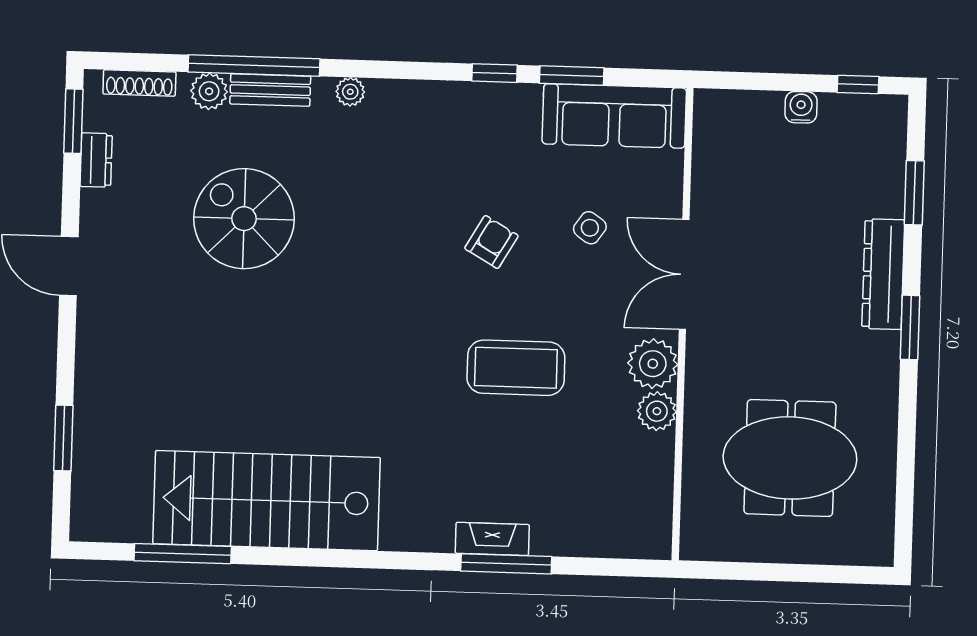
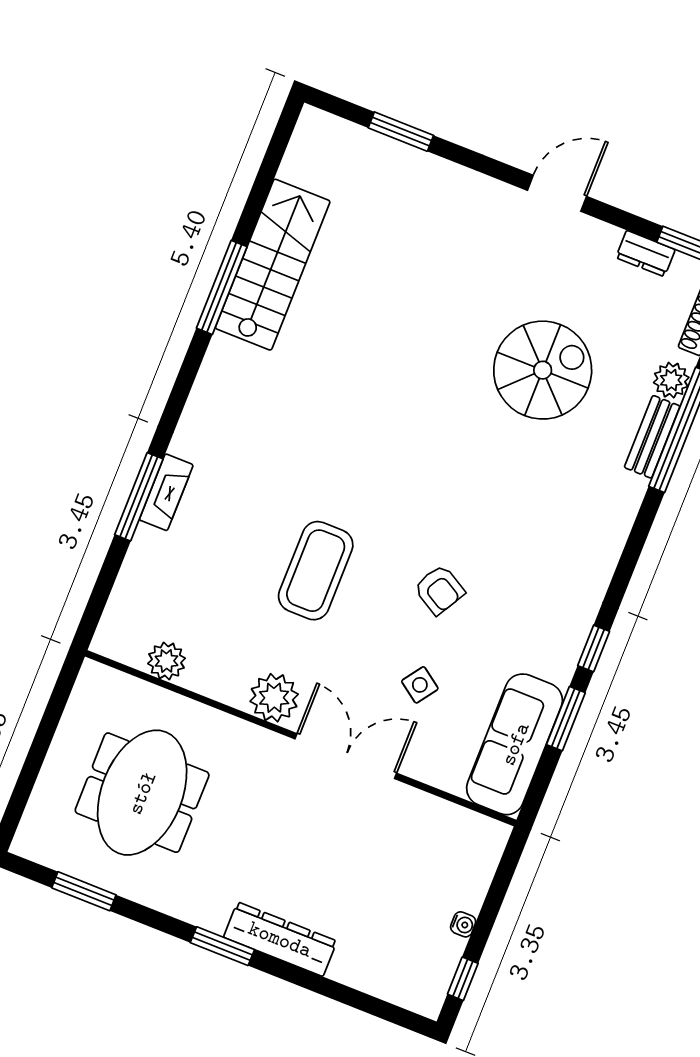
plant: (350, 92) -> (624, 510), removed
water cooler: (801, 107) -> (463, 924), width x0.72, depth x0.72
window: (914, 193) -> (84, 891), moved
plant: (657, 411) -> (166, 661), moved
stairs: (266, 501) -> (273, 265), width x0.73, depth x0.66
window: (183, 554) -> (222, 287), moved

